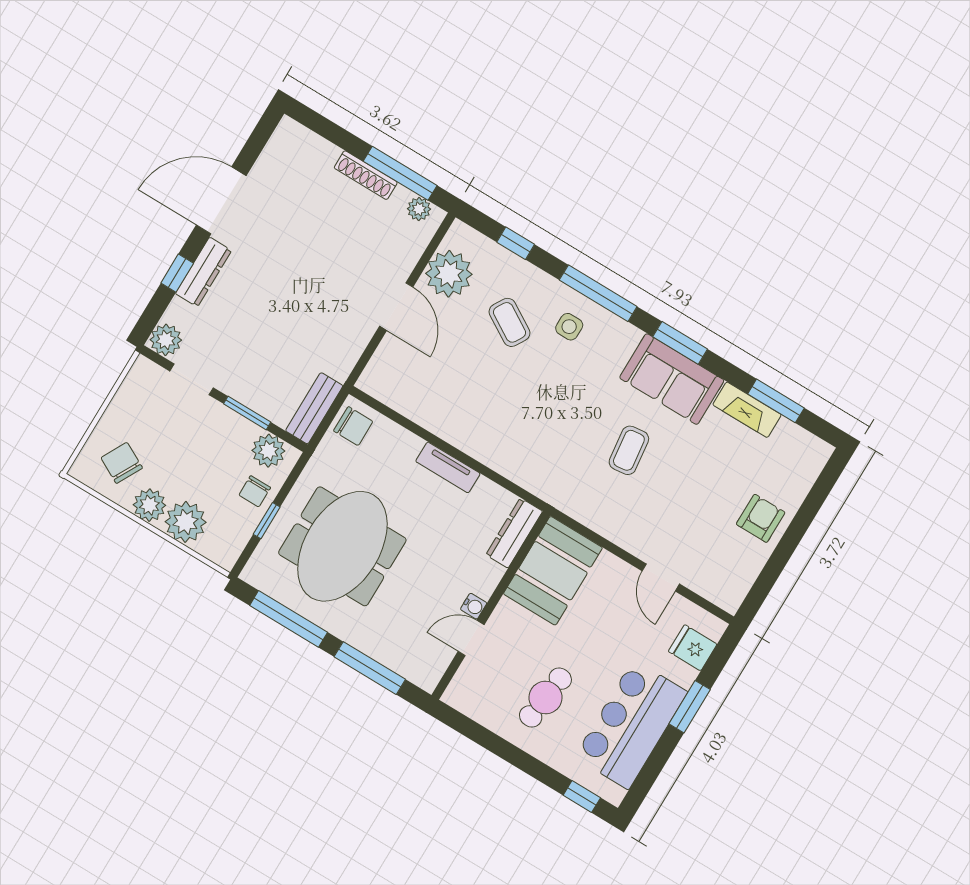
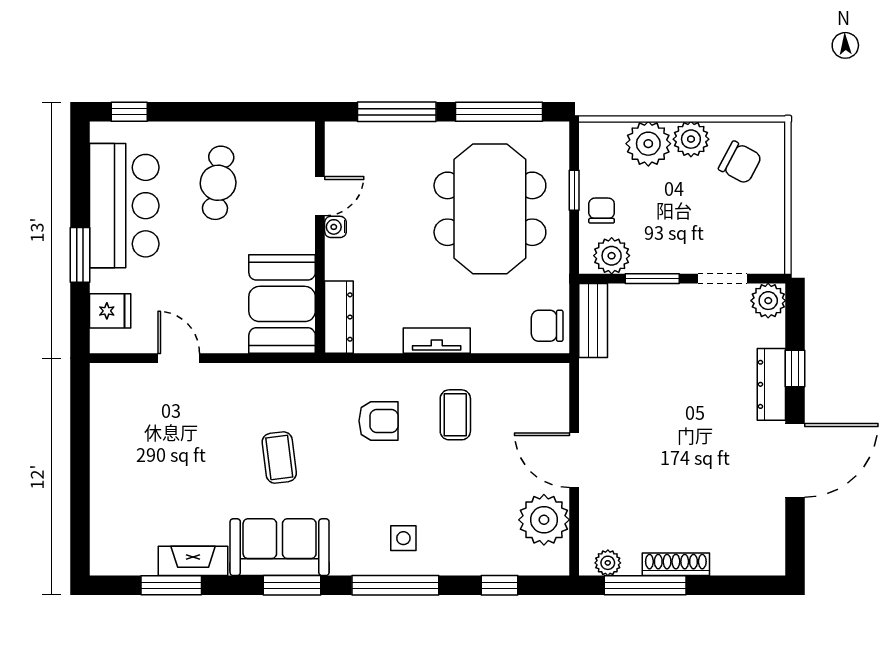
coffee table: (509, 322) -> (455, 415), moved, turned 59
armchair: (761, 518) -> (379, 421), moved, turned -90

